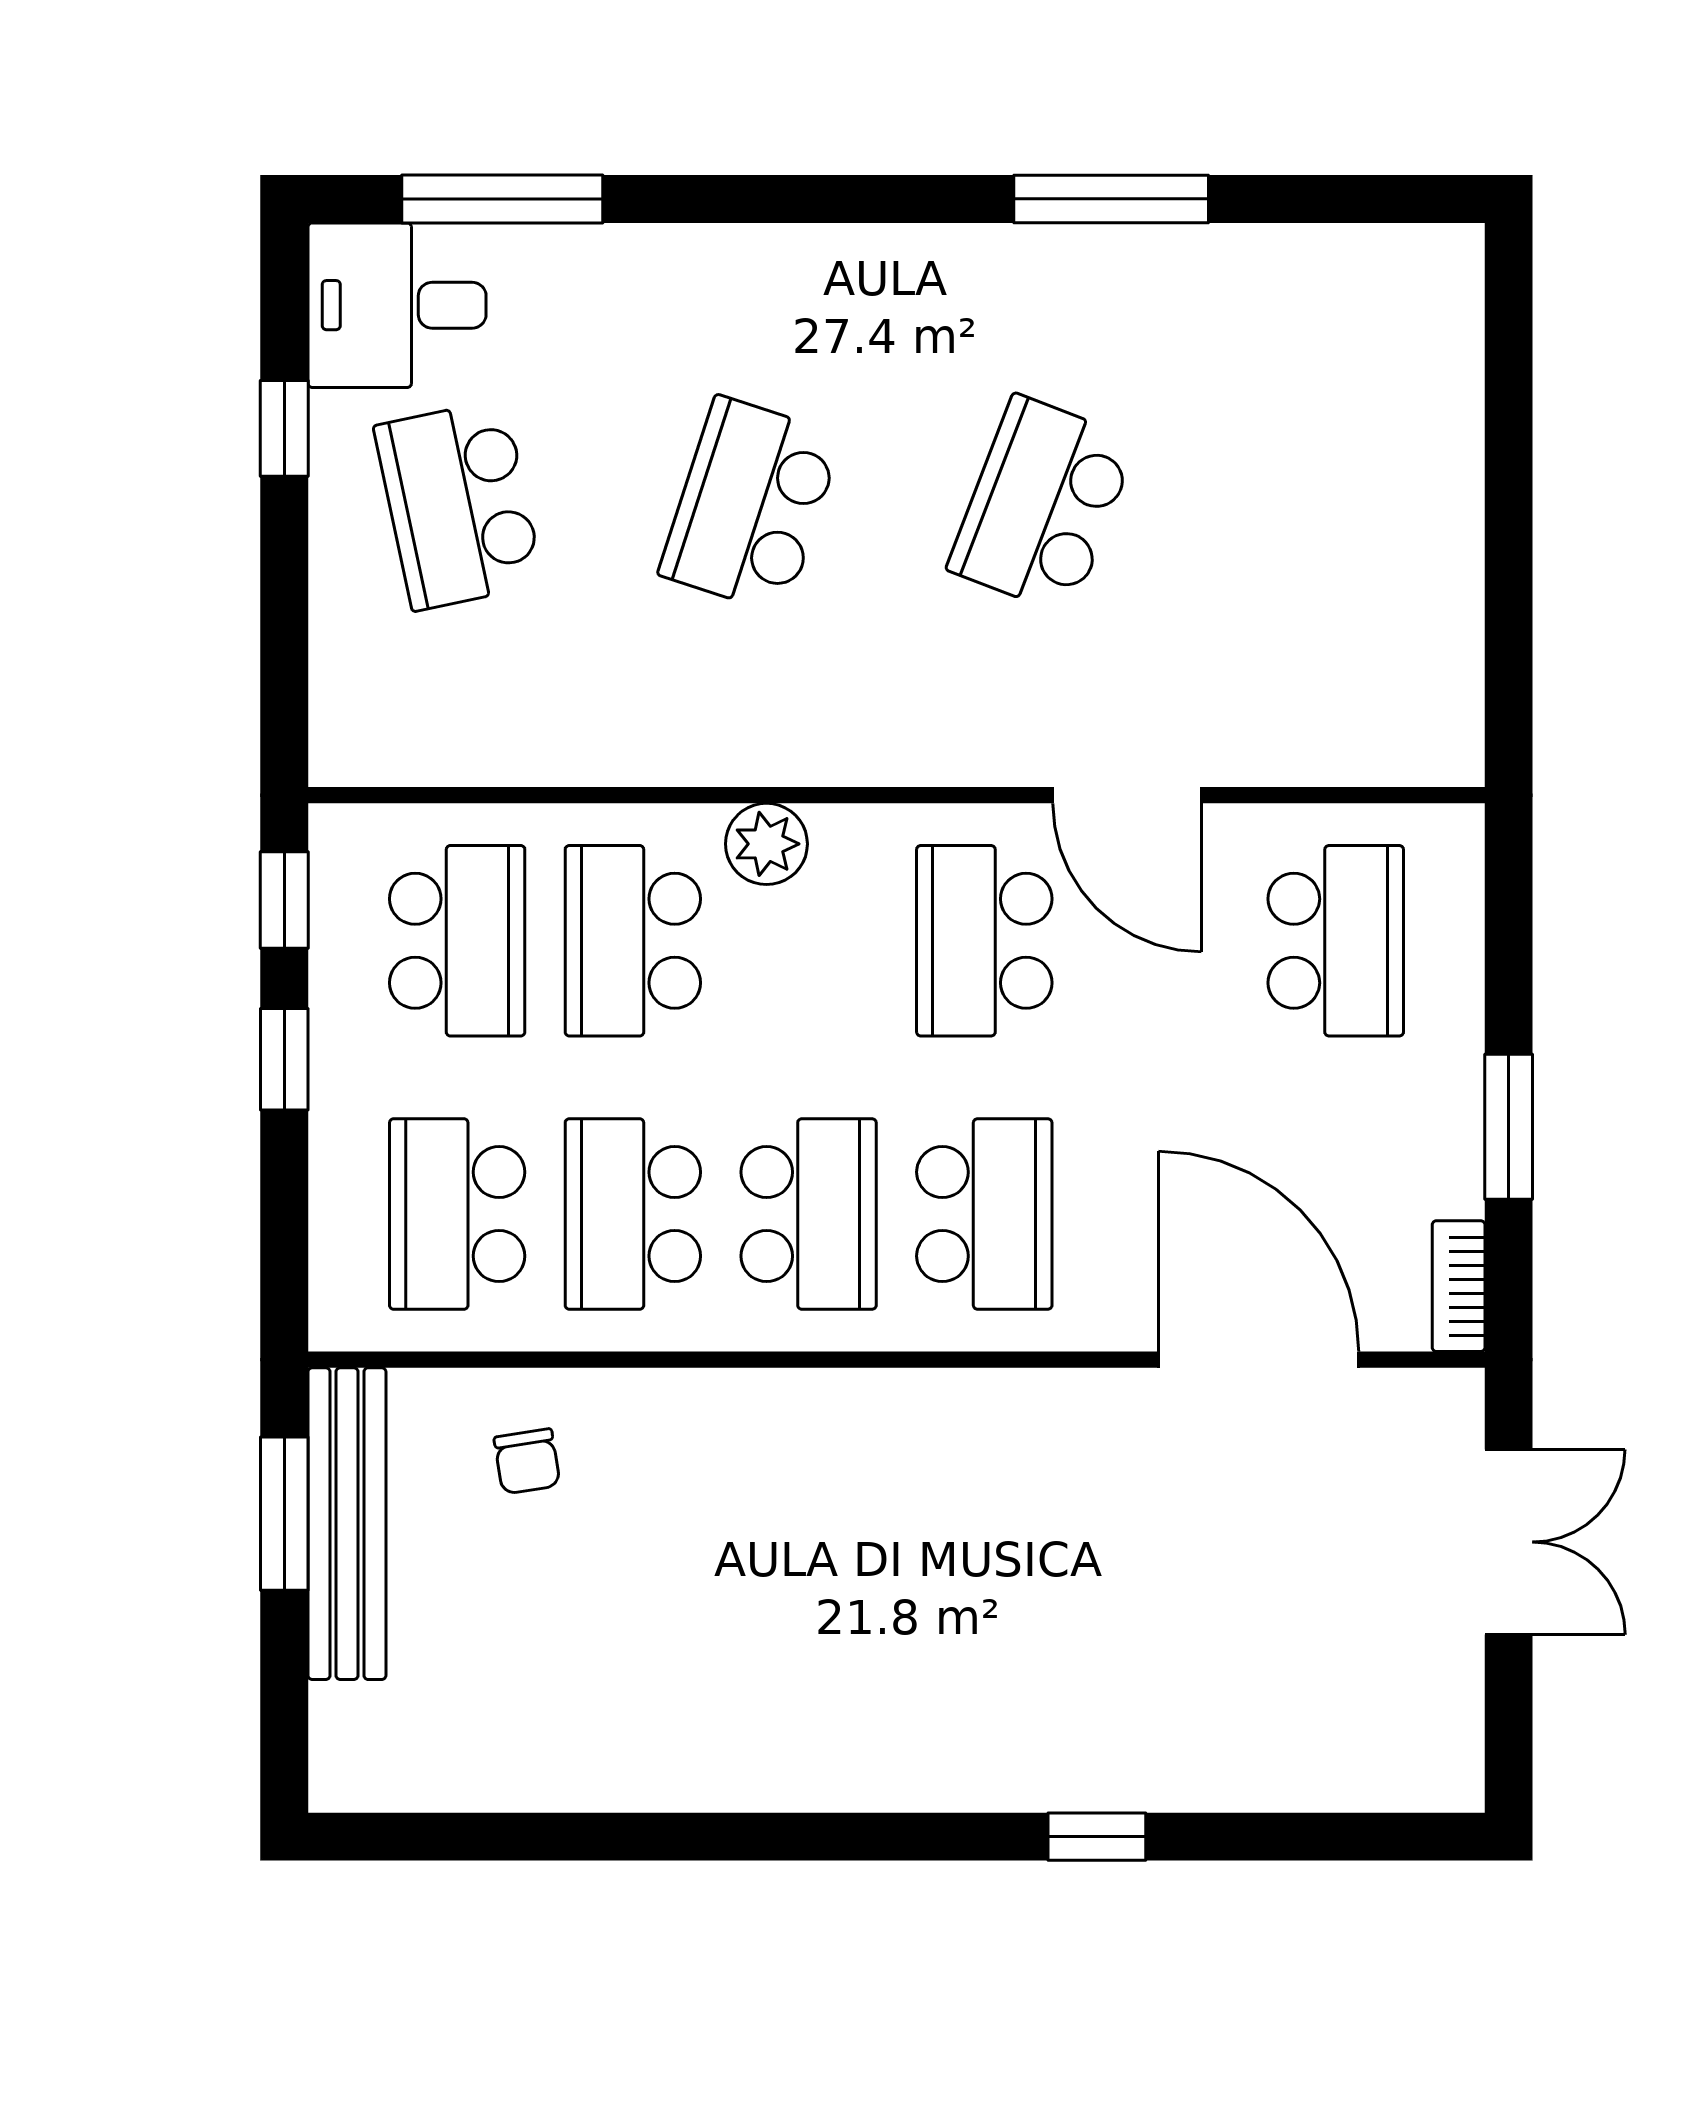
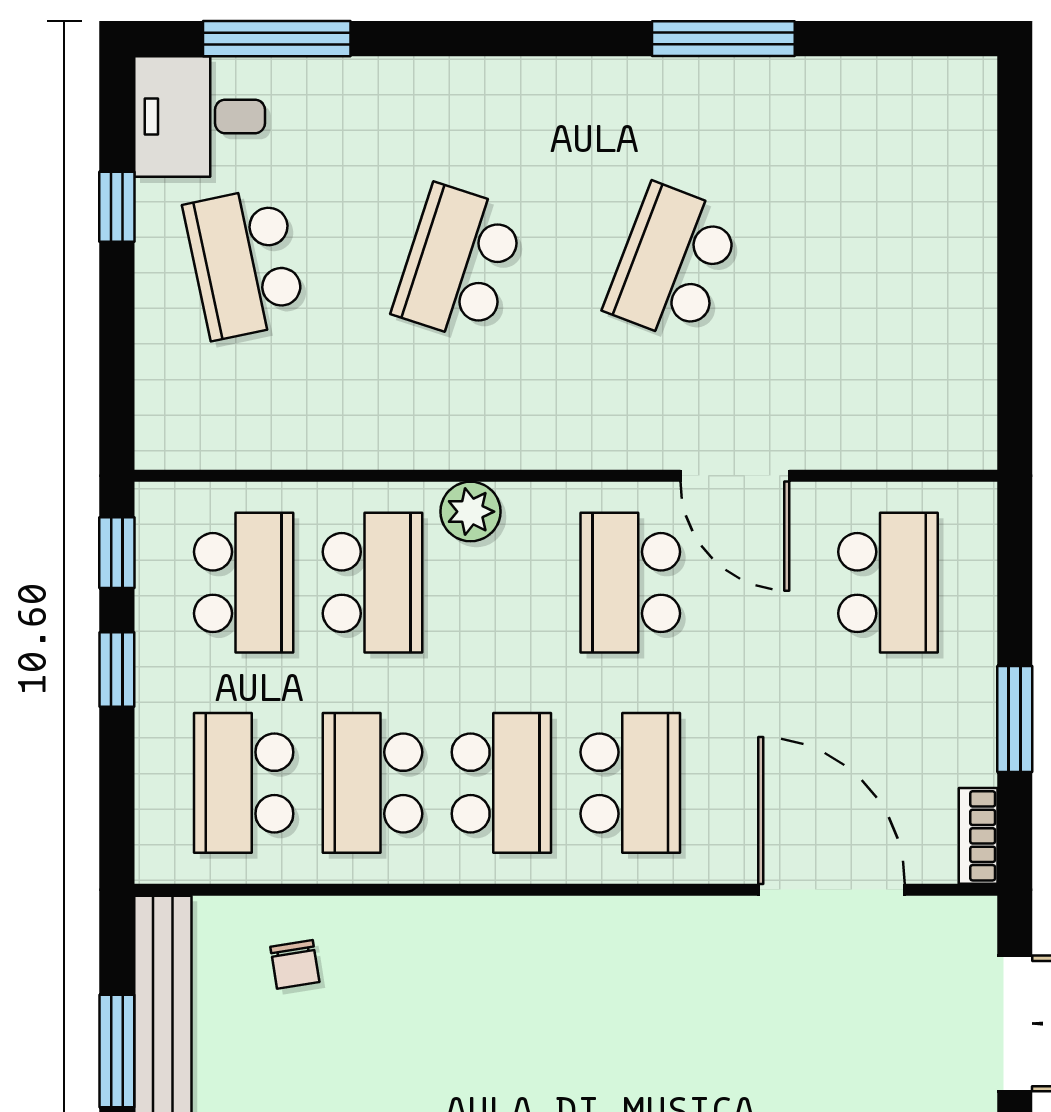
school desk: (633, 941) -> (373, 583), turned 180
window: (284, 1514) -> (117, 1051), moved

